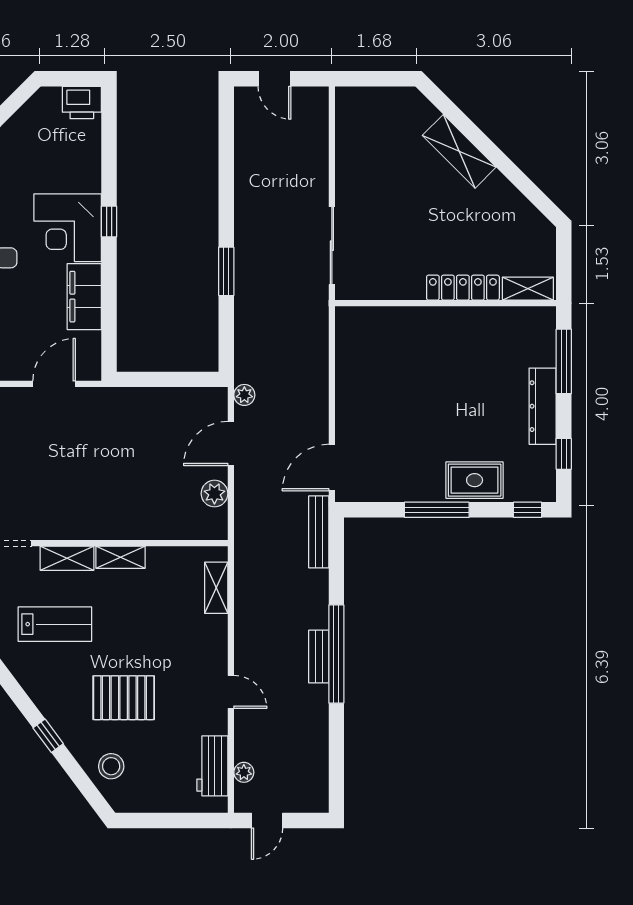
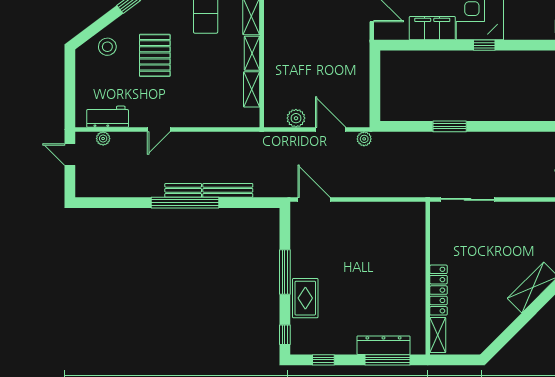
dresser: (543, 406) -> (383, 345), moved
bench: (319, 532) -> (228, 190), moved
shelving: (216, 588) -> (252, 89), moved, turned 90

